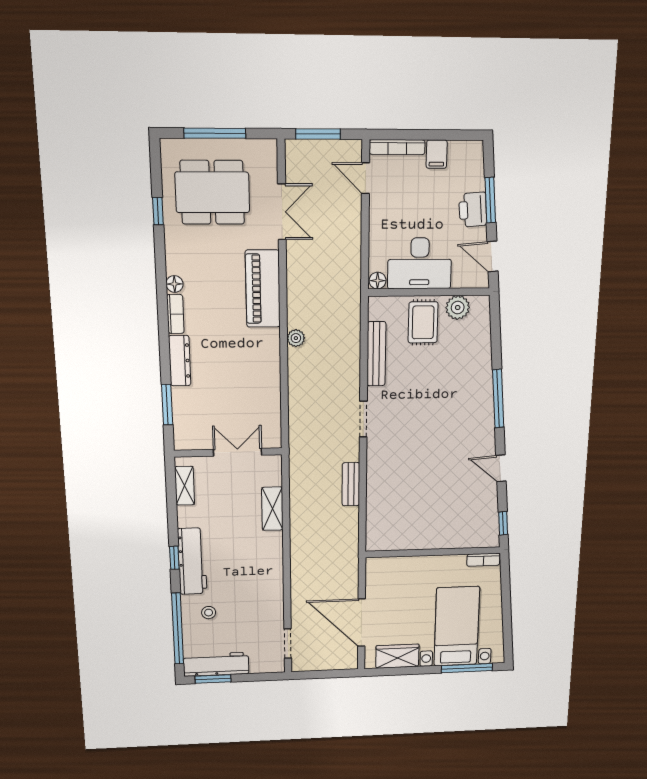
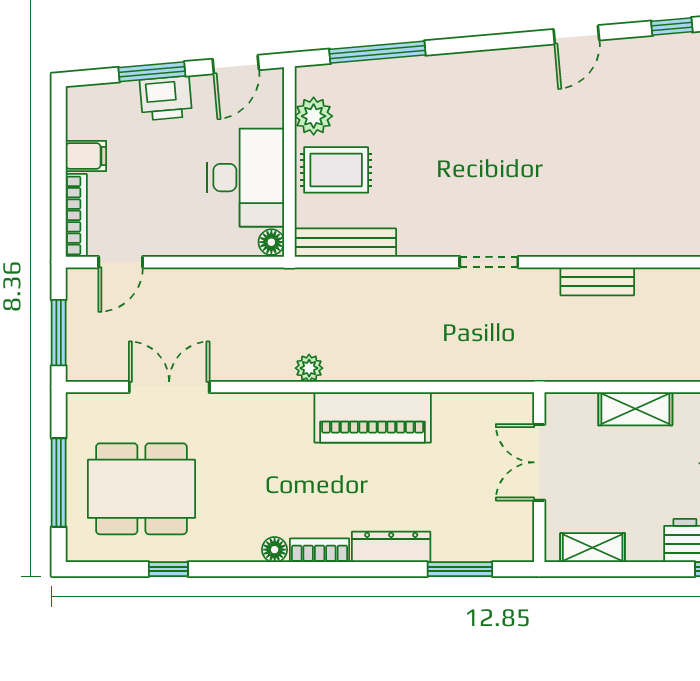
dining table: (212, 192) -> (141, 489), turned 90
piano: (263, 289) -> (373, 417), moved
plant: (296, 338) -> (309, 368), moved
bench: (376, 354) -> (345, 243), moved
window: (498, 399) -> (377, 52), moved

